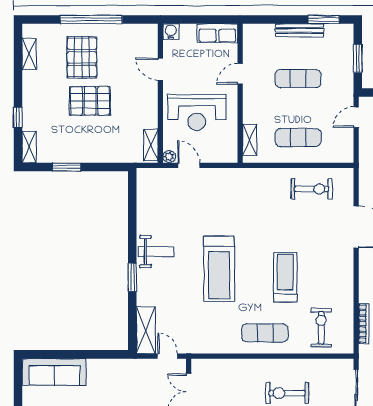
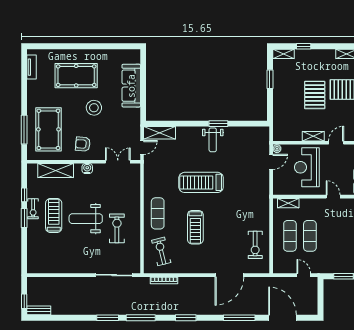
exercise mat: (298, 79) -> (310, 236), moved
shelving: (151, 145) -> (313, 136), moved
window: (132, 277) -> (218, 124), moved
treadmill: (285, 277) -> (195, 227), turned 90
exercise bike: (321, 328) -> (161, 251), turned -104
sofa: (54, 372) -> (131, 86), moved

